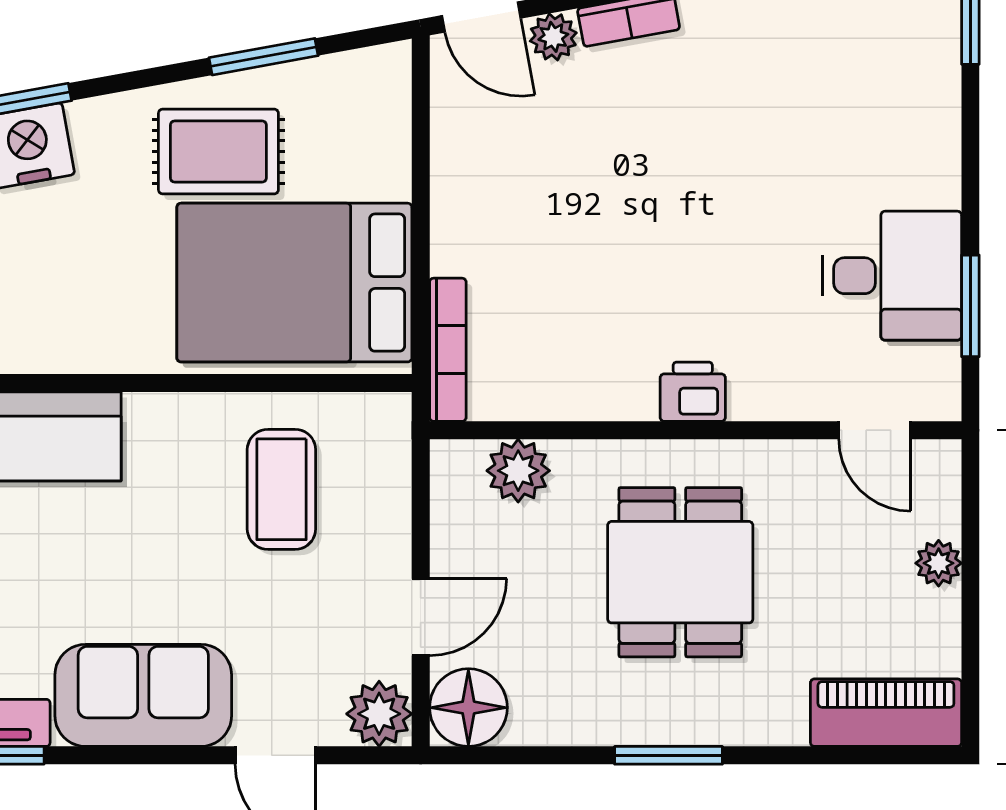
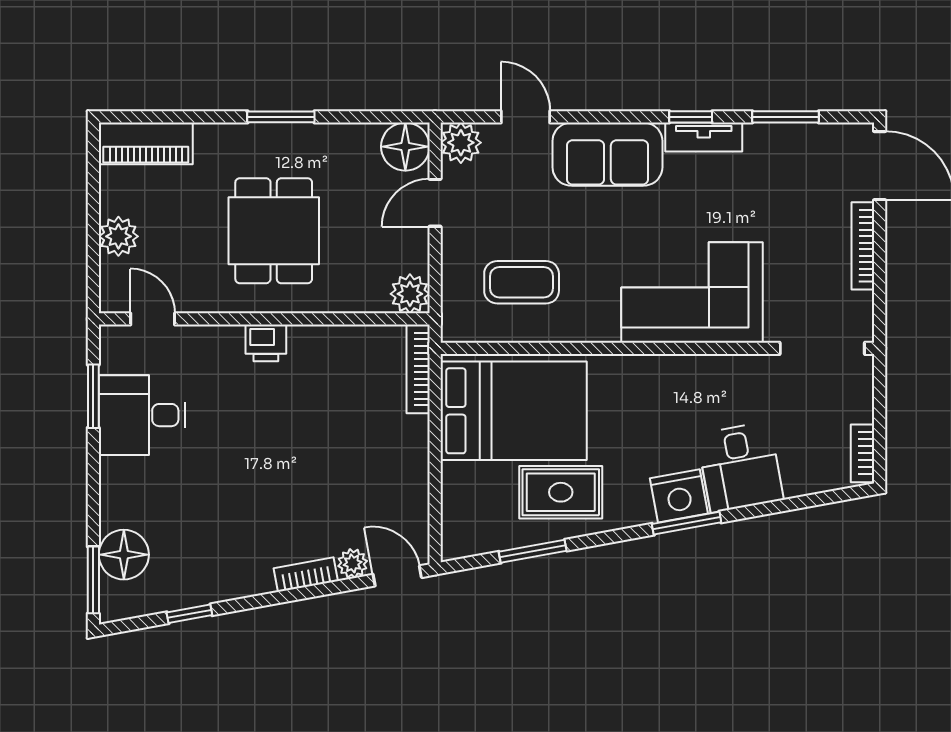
floor lamp: (921, 51) -> (124, 555), added
plant: (518, 471) -> (410, 294), moved
coffee table: (281, 489) -> (522, 282), turned 90
plant: (939, 563) -> (118, 236), width x1.38, depth x1.38

